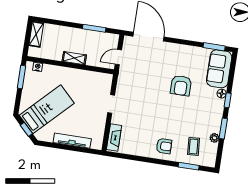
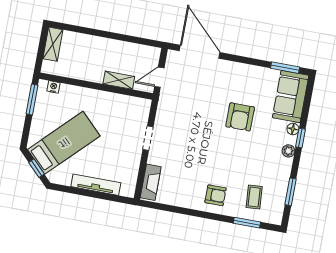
window: (94, 28) -> (129, 39), removed
shelving: (74, 58) -> (119, 80), moved
window: (223, 129) -> (291, 192), moved
plant: (214, 138) -> (288, 151), moved

